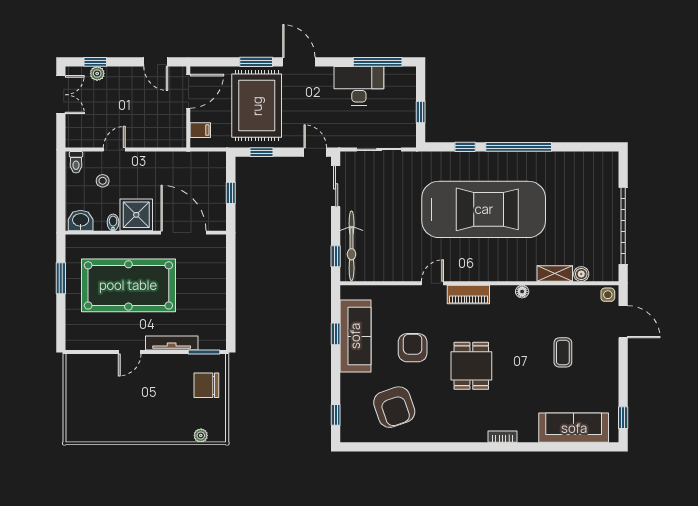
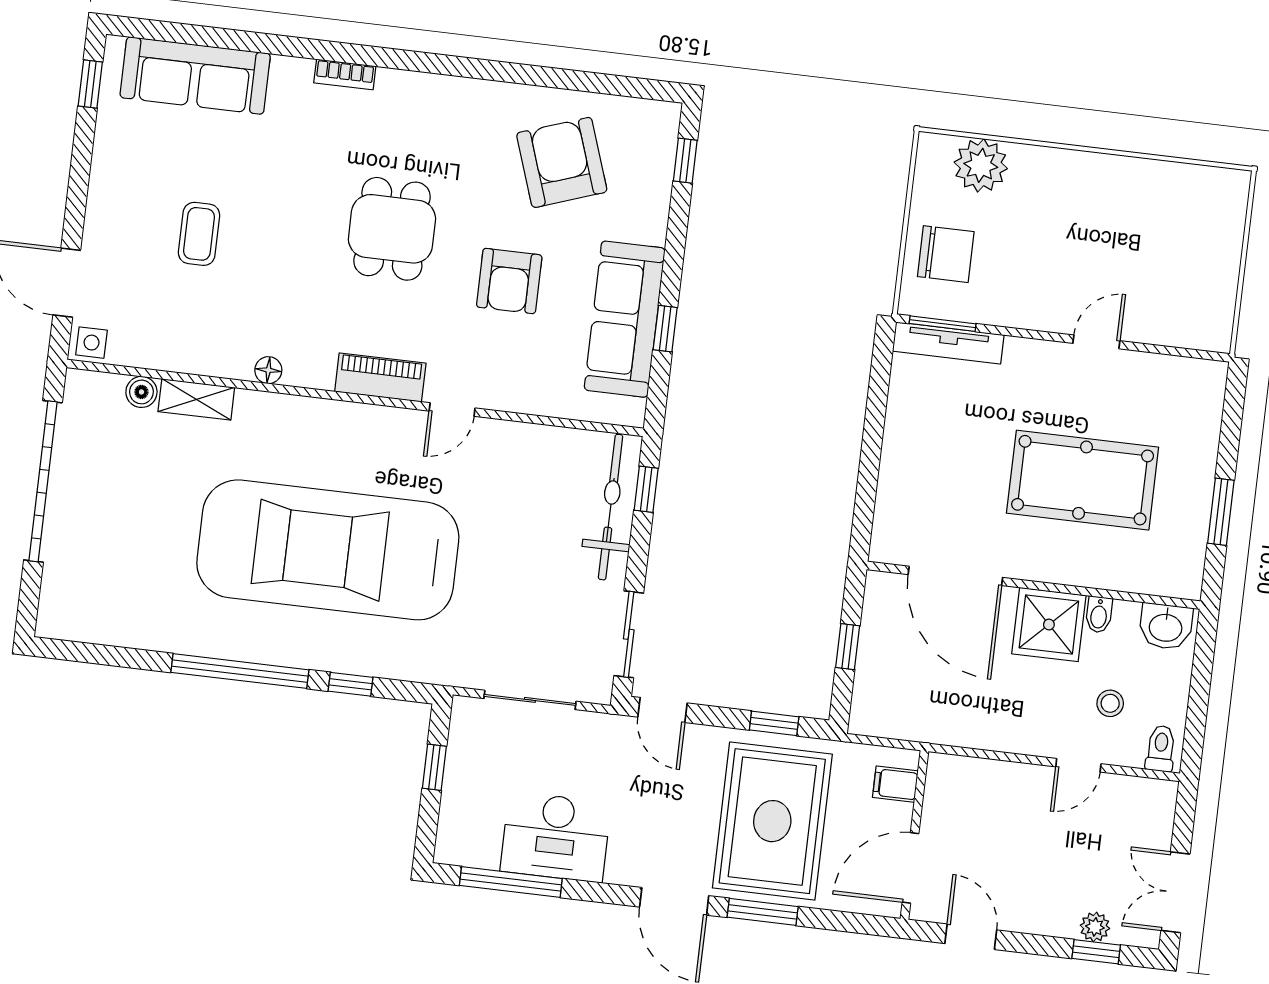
pool table: (128, 285) -> (1083, 480), width x0.73, depth x0.76
tv unit: (172, 343) -> (948, 343), moved
plant: (201, 435) -> (981, 165), width x1.88, depth x1.88

